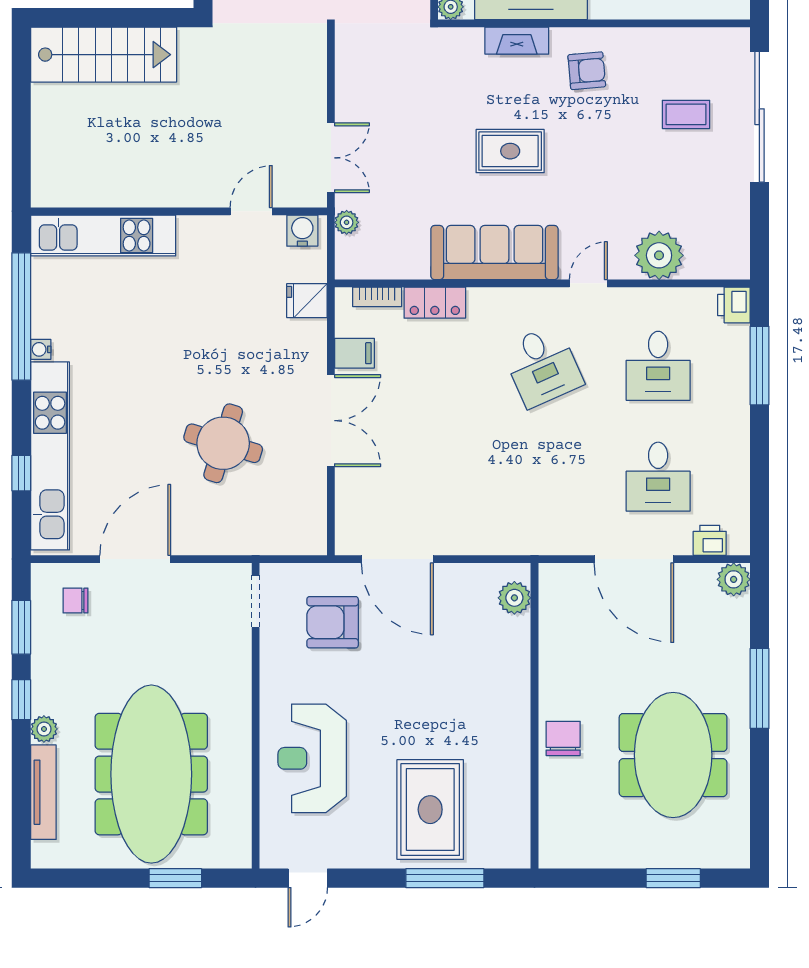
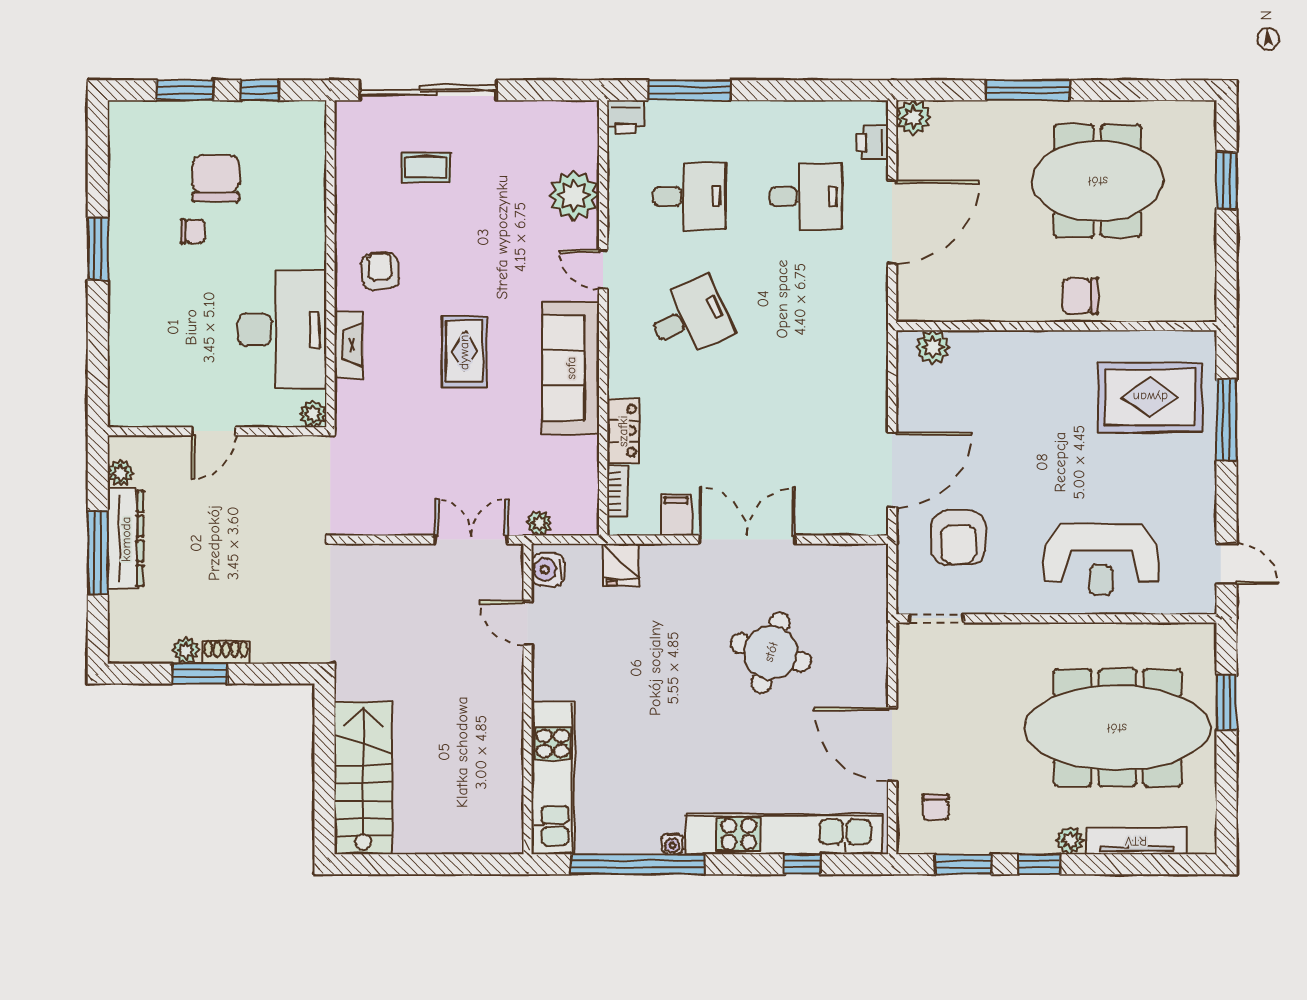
coffee table: (686, 114) -> (426, 167), turned 90
rug: (430, 810) -> (1150, 397), moved

